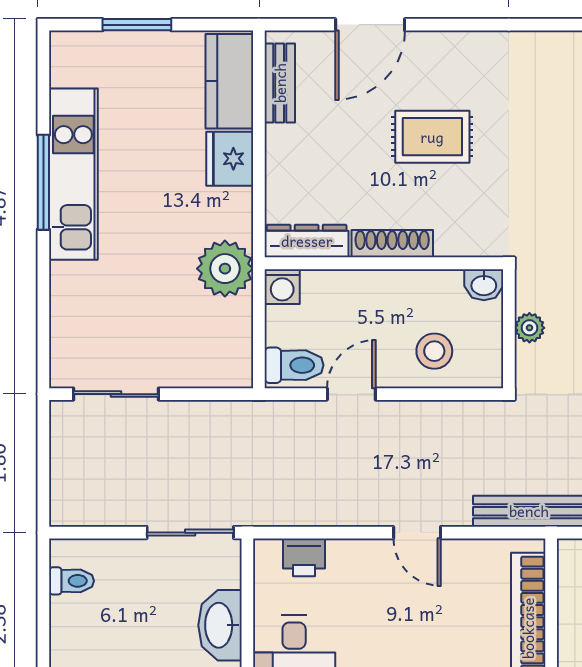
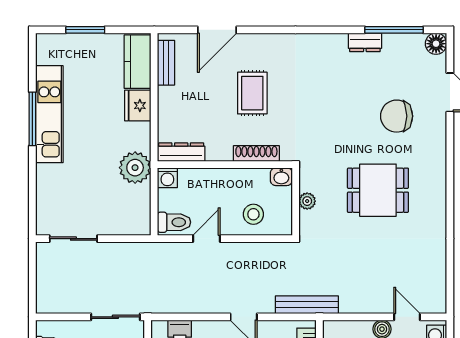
rug: (432, 137) -> (252, 93), turned 90
shoe rack: (392, 244) -> (256, 154), moved

